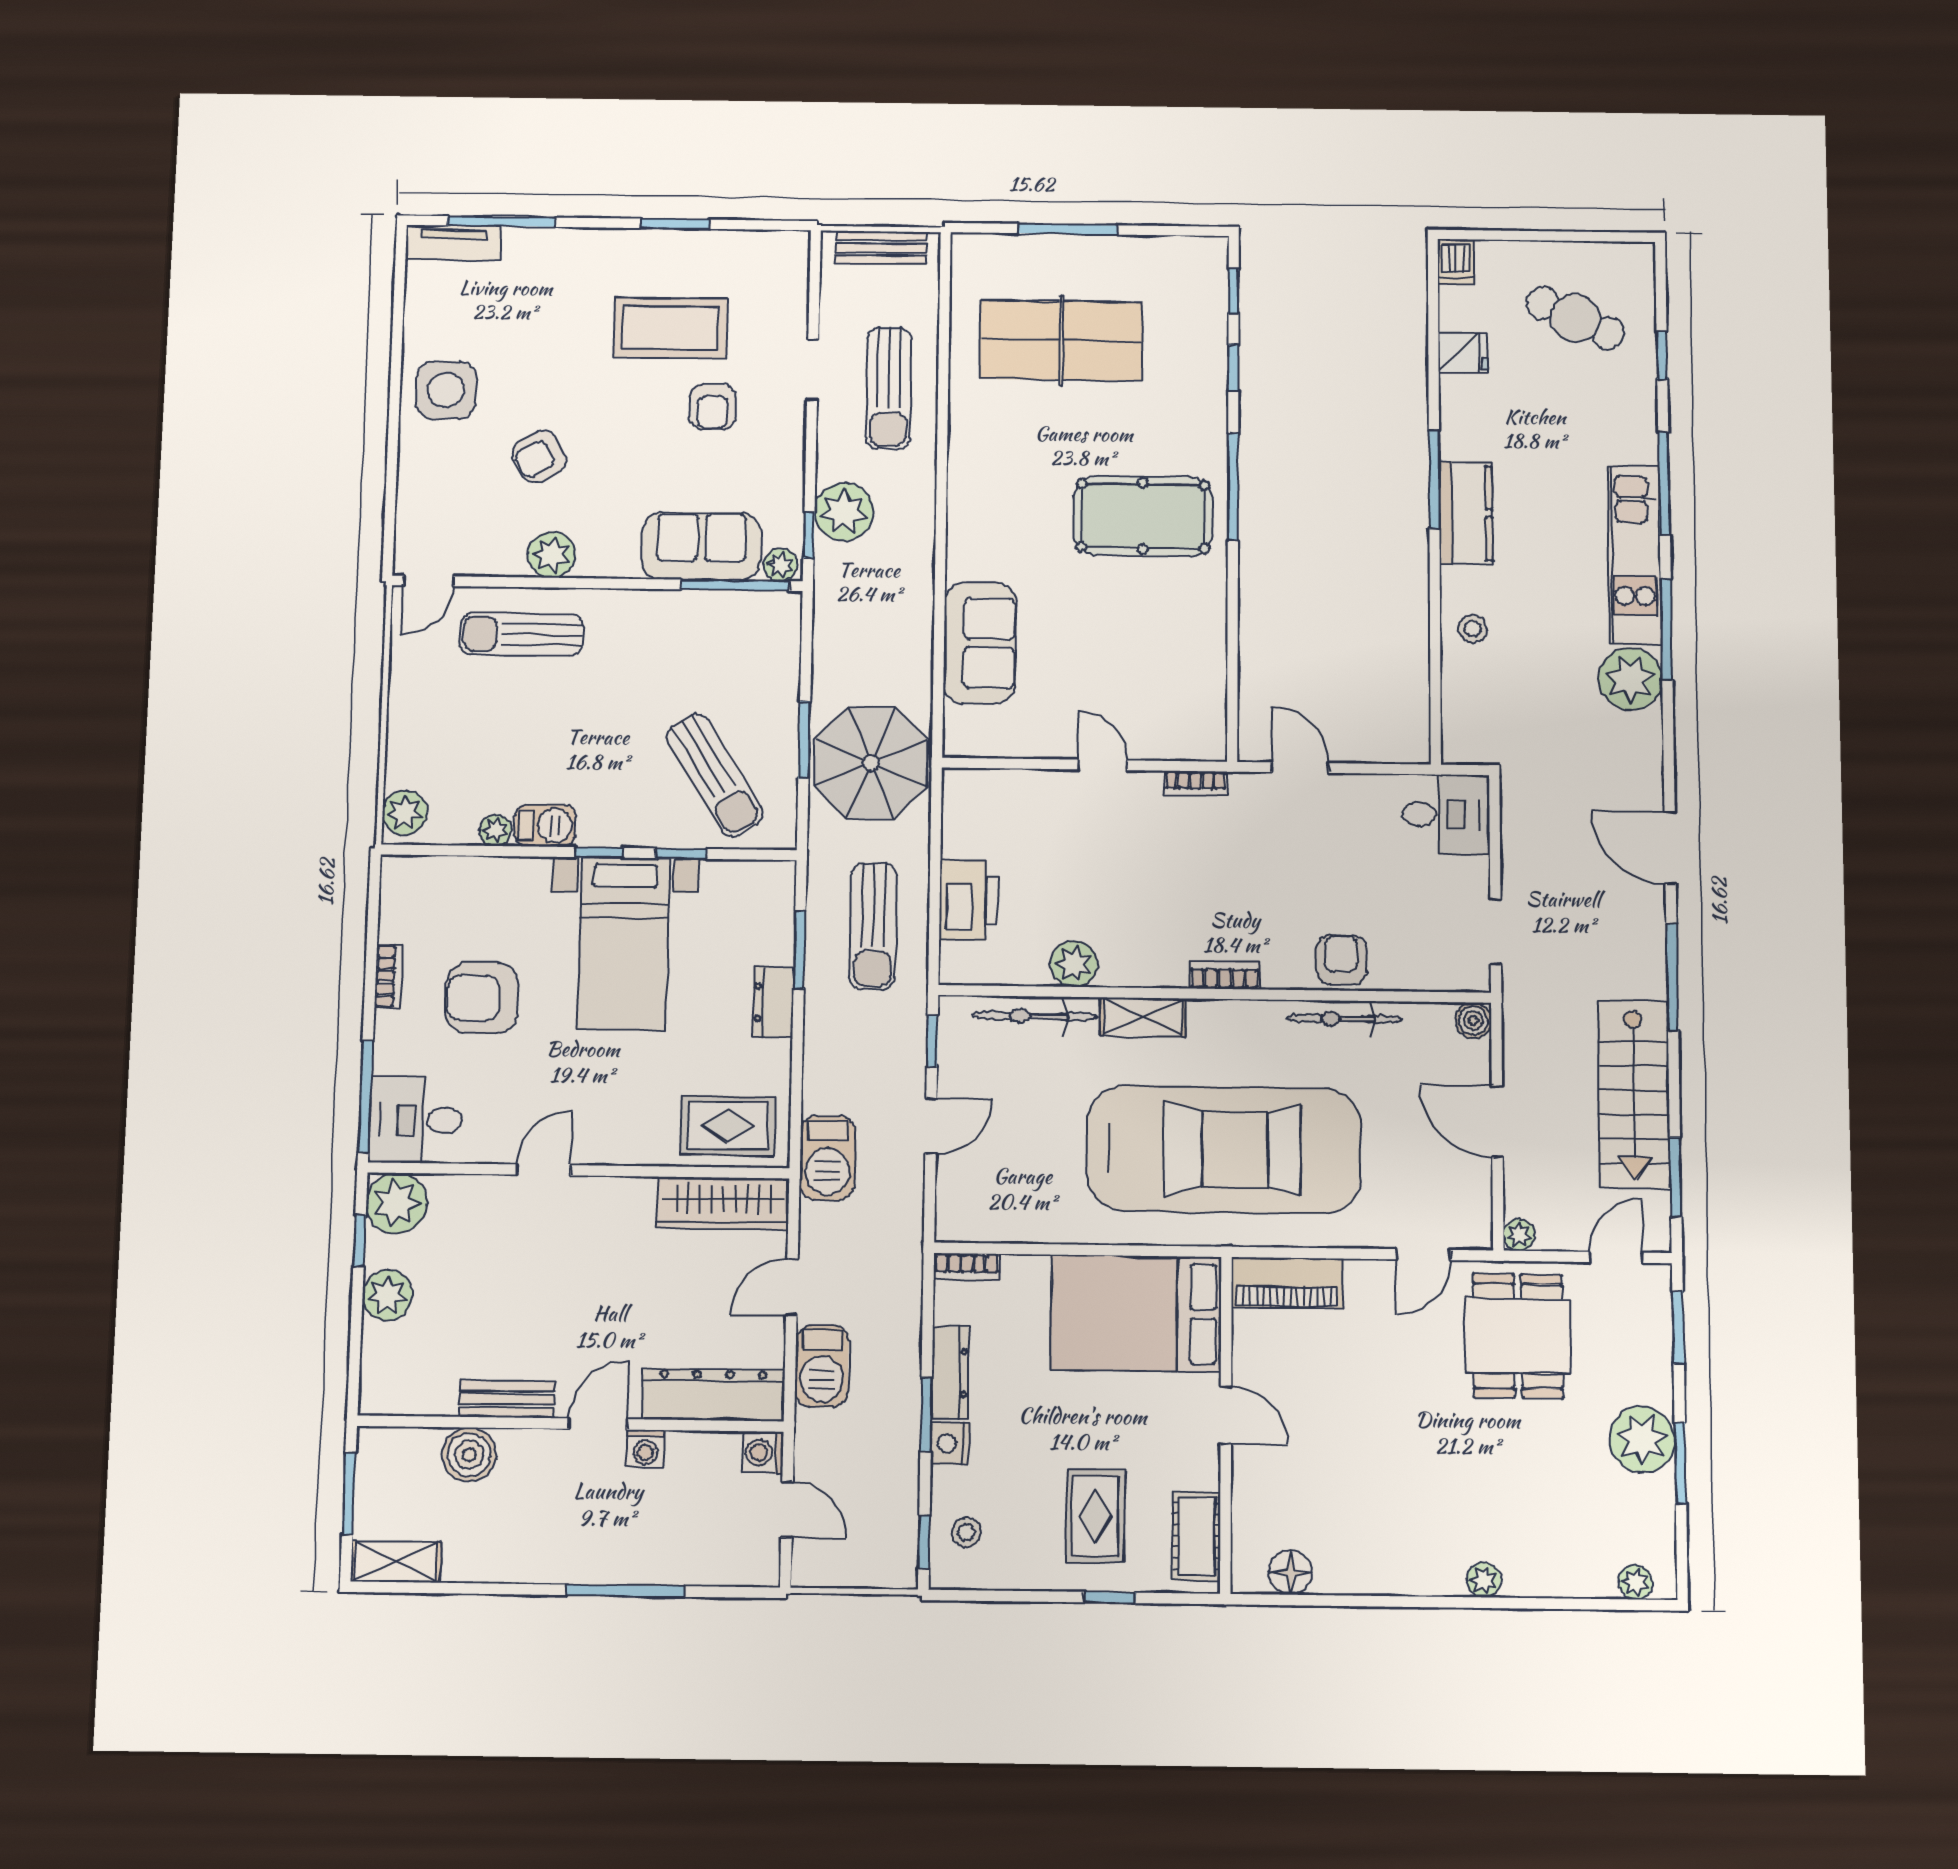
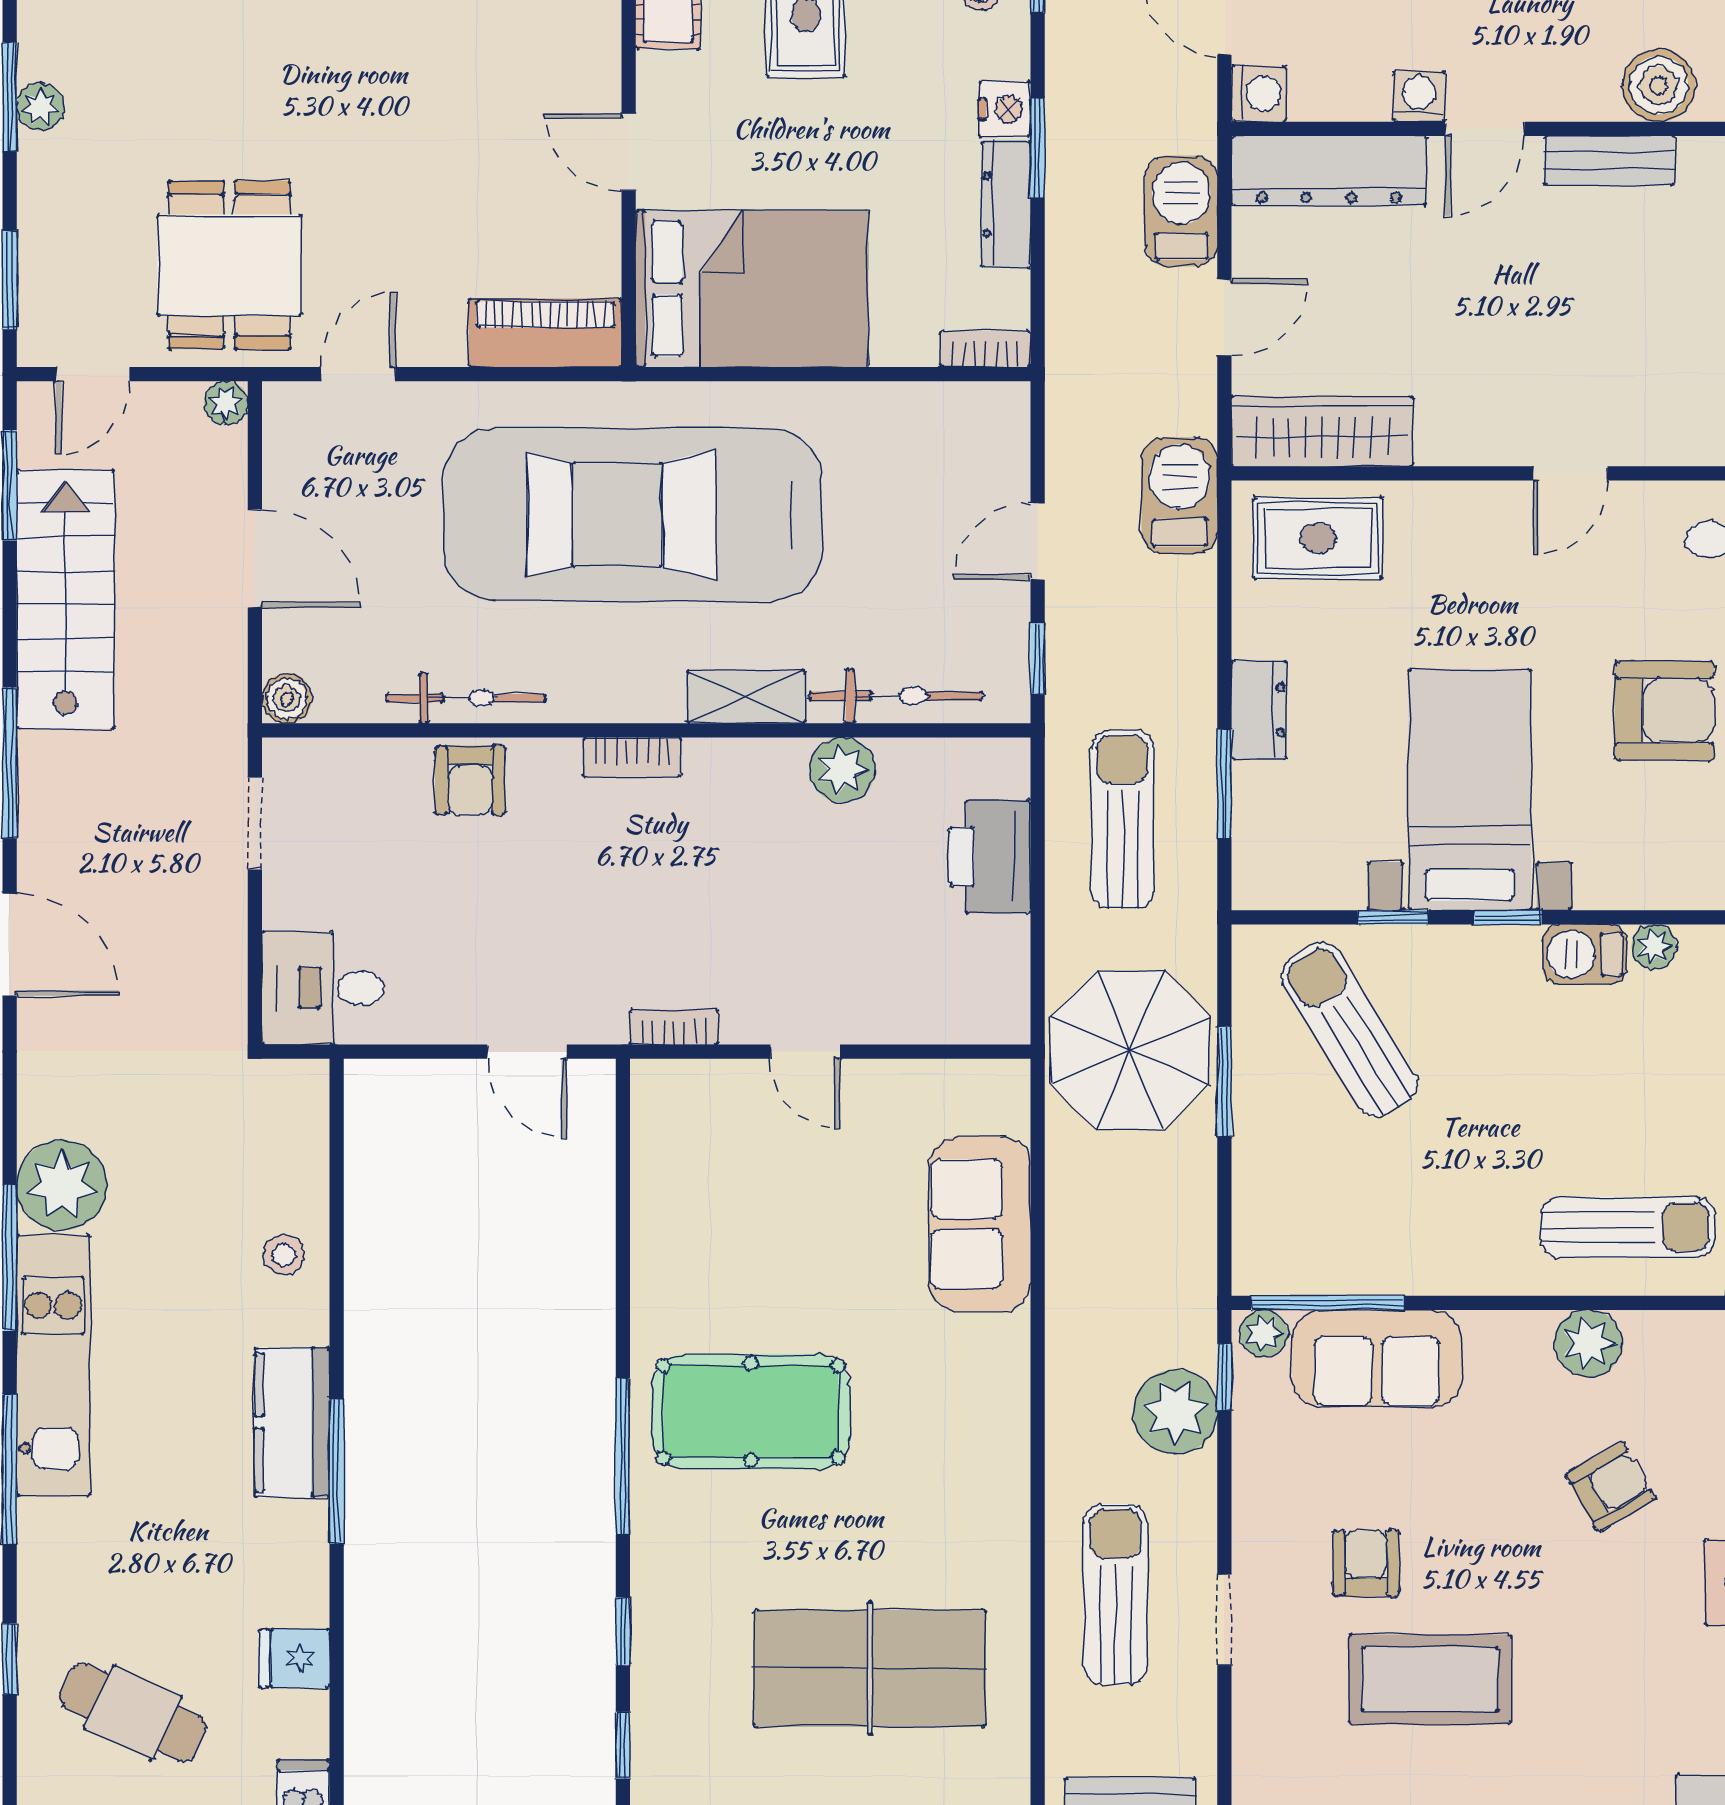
plant: (1642, 1440) -> (40, 107), width x0.53, depth x0.53

